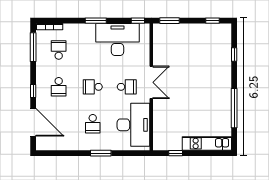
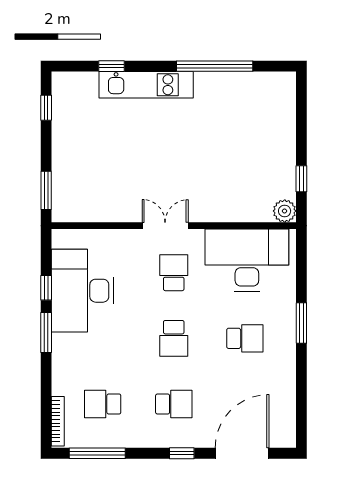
window: (138, 21) -> (46, 288), moved
double door: (151, 82) -> (165, 226), width x0.73
kitchen unit: (207, 143) -> (146, 85), moved, turned -90
plant: (159, 144) -> (285, 211), added

